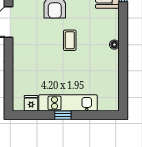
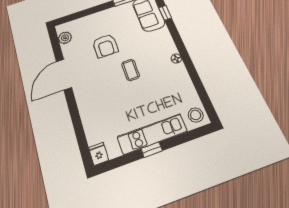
stool: (110, 100) -> (196, 115), added
fridge: (31, 103) -> (99, 154), moved

